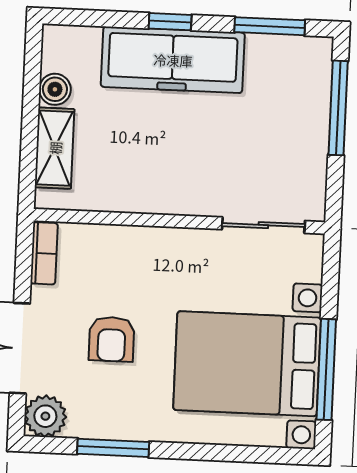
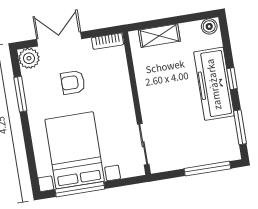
boiler: (55, 89) -> (209, 26), moved

